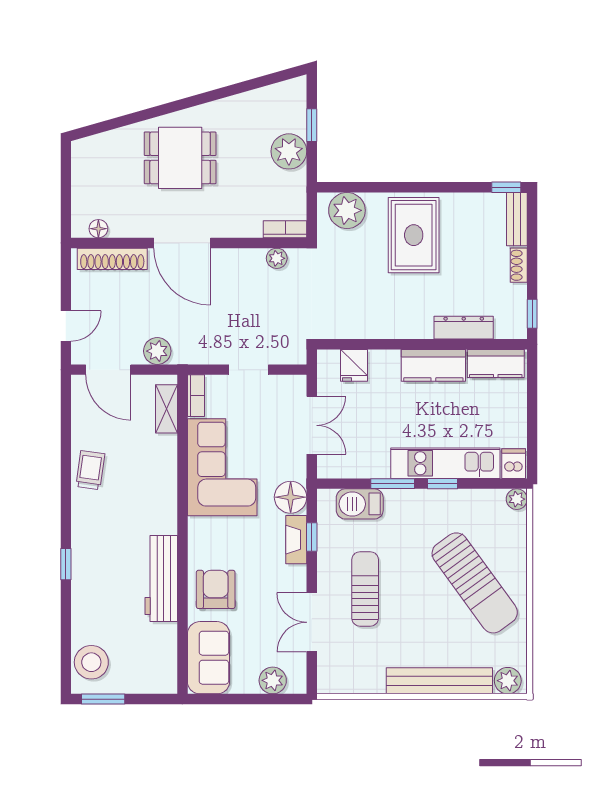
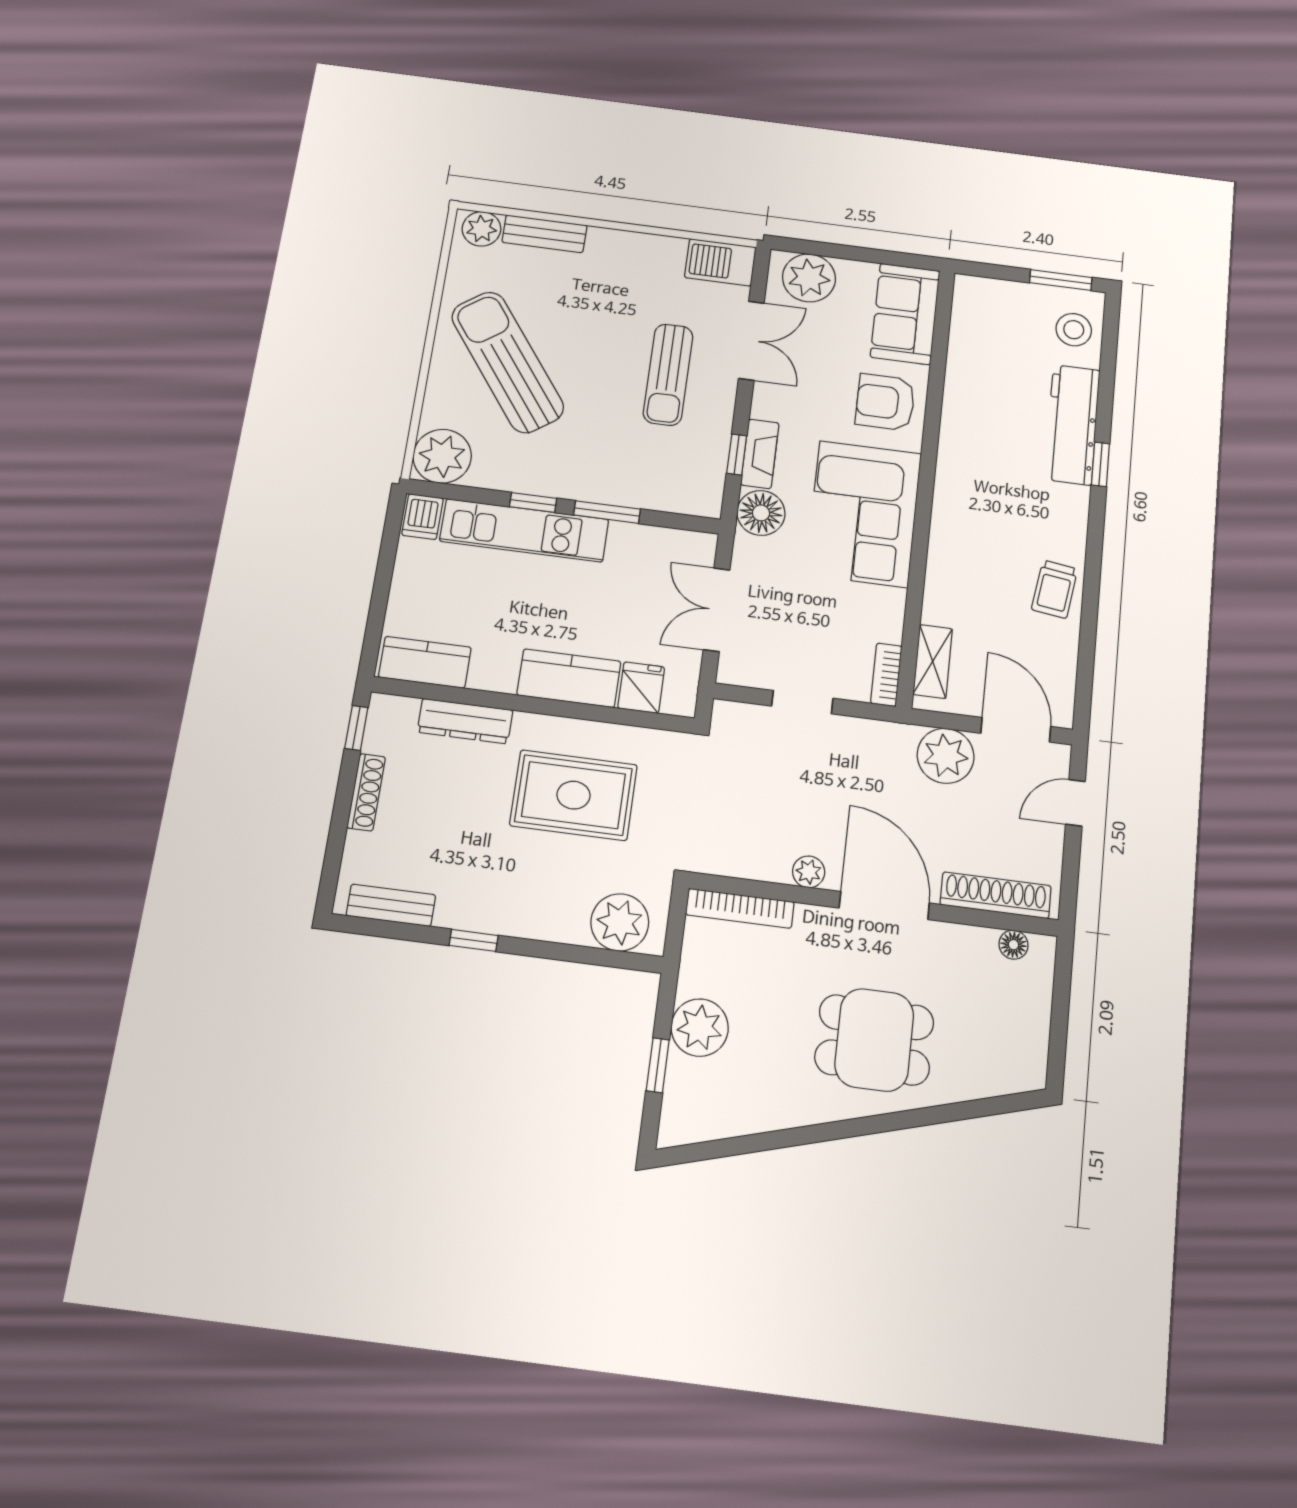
window: (506, 187) -> (474, 940), moved
bench: (517, 219) -> (391, 905), moved, turned 90
bookcase: (285, 229) -> (740, 908), width x1.56
rug: (414, 235) -> (574, 795), moved, turned 90
plant: (277, 258) -> (809, 872), moved
shoe rack: (519, 265) -> (366, 792), width x1.43
plant: (157, 351) -> (946, 756), width x1.36, depth x1.36
kitchen counter: (433, 365) -> (569, 678), moved
corner sofa: (222, 467) -> (863, 514), moved
plant: (517, 499) -> (442, 456), width x1.88, depth x1.88
barbecue: (360, 504) -> (720, 262), moved, turned 180
workbench: (161, 578) -> (1072, 425), moved, turned 180
armchair: (216, 589) -> (885, 402), turned 90
stool: (91, 662) -> (1074, 330), width x0.73, depth x0.73
plant: (273, 680) -> (809, 278), width x1.36, depth x1.36
bench: (439, 681) -> (544, 234), width x0.54, depth x0.82

